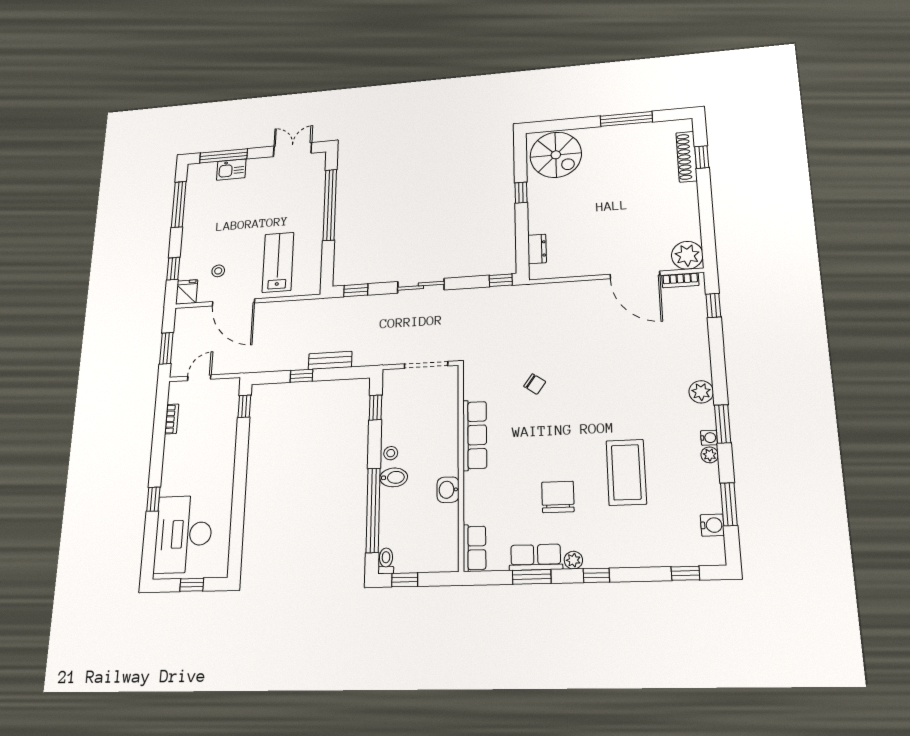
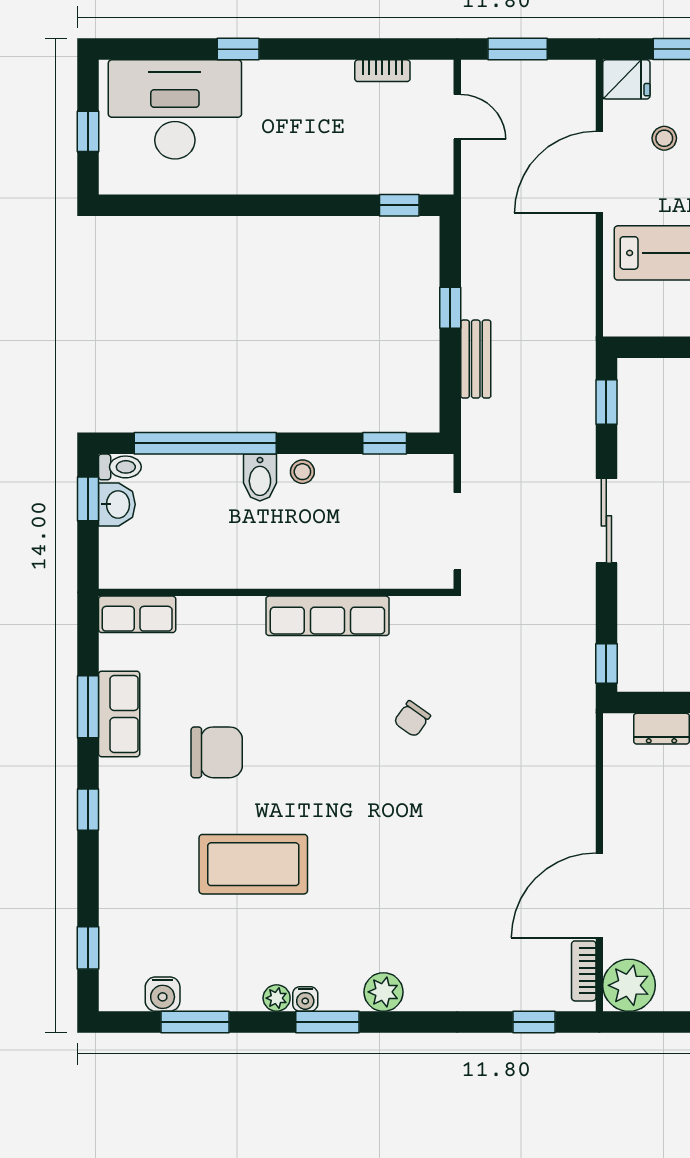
washbasin: (448, 490) -> (117, 504), moved, turned 90
plant: (573, 560) -> (113, 774), removed

